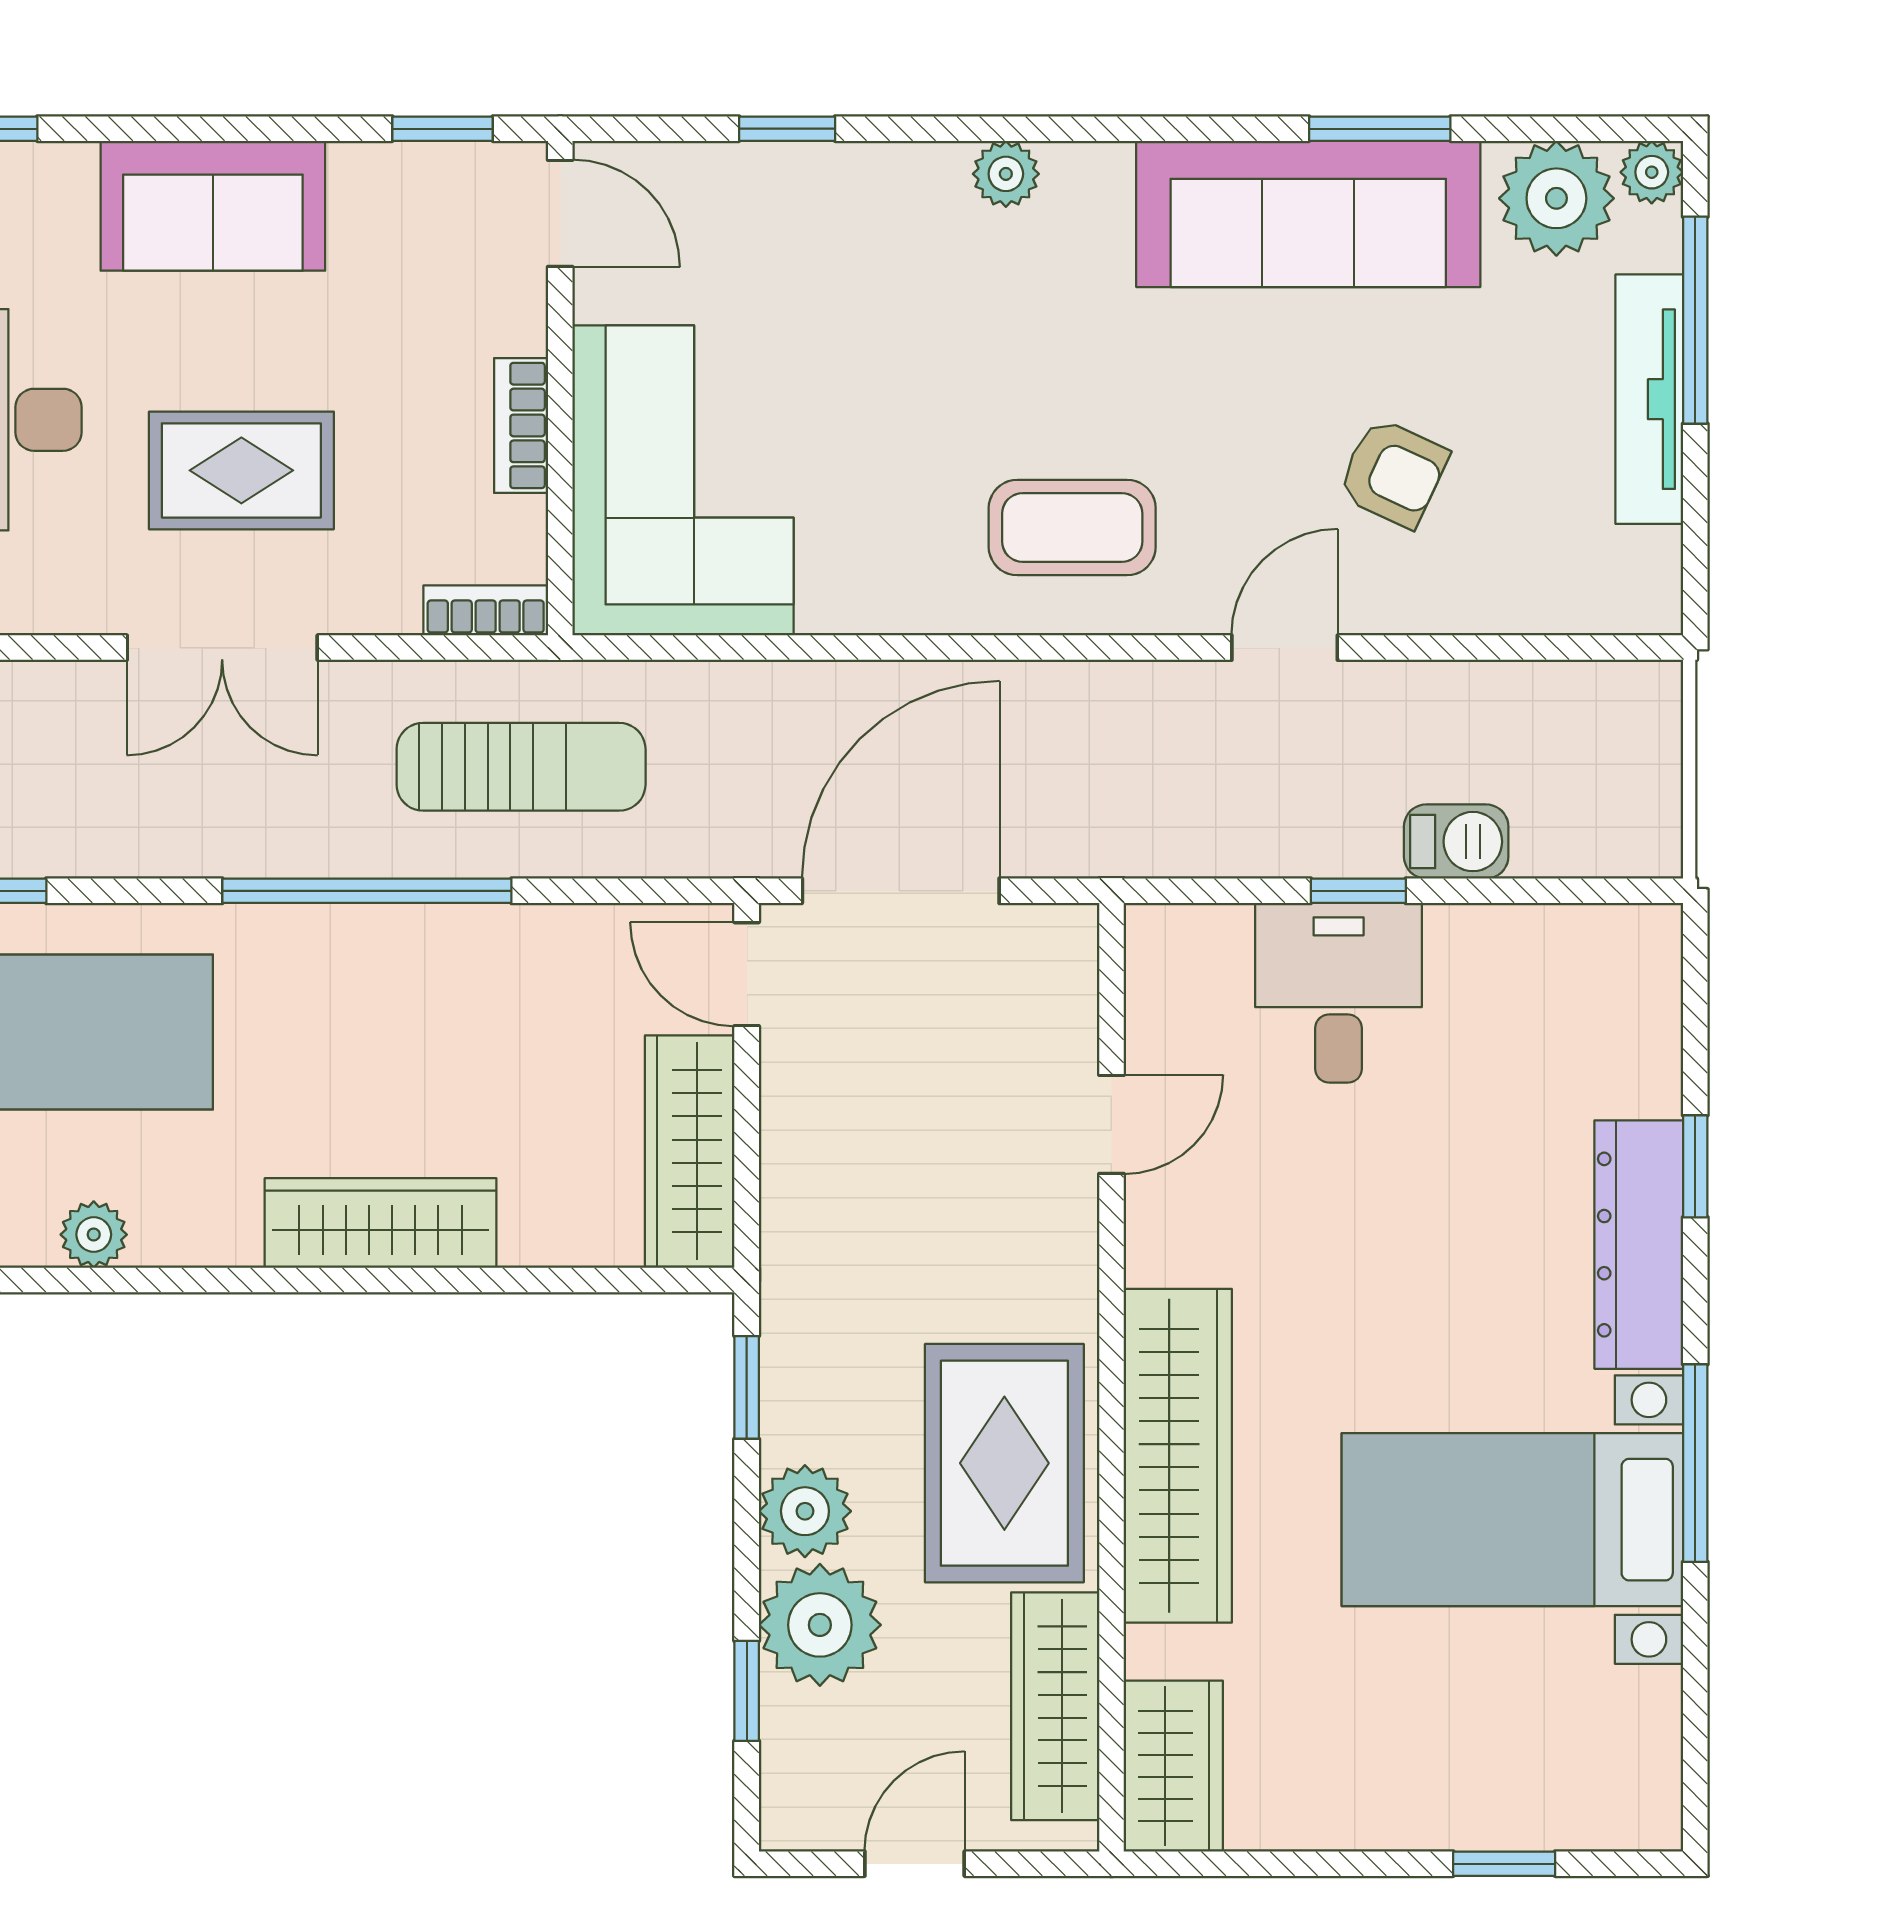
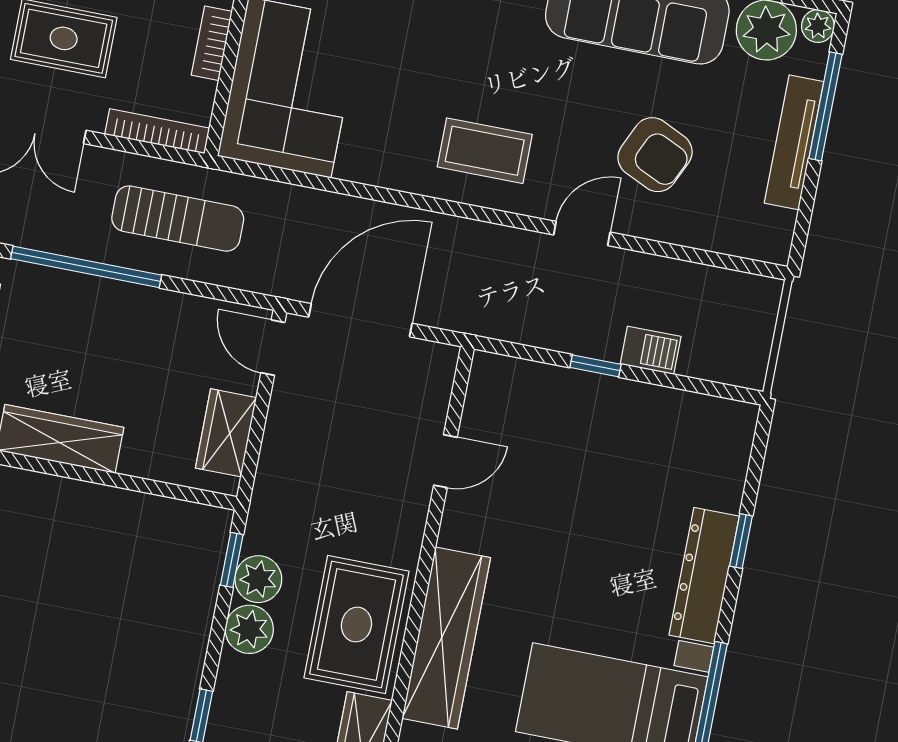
armchair: (1393, 473) -> (655, 155), width x1.38, depth x1.38
bookcase: (486, 610) -> (157, 131), width x1.56
desk: (1339, 993) -> (575, 416), removed
wardrobe: (690, 1151) -> (226, 433), width x0.67
plant: (820, 1625) -> (258, 579), moved, width x0.73, depth x0.73

